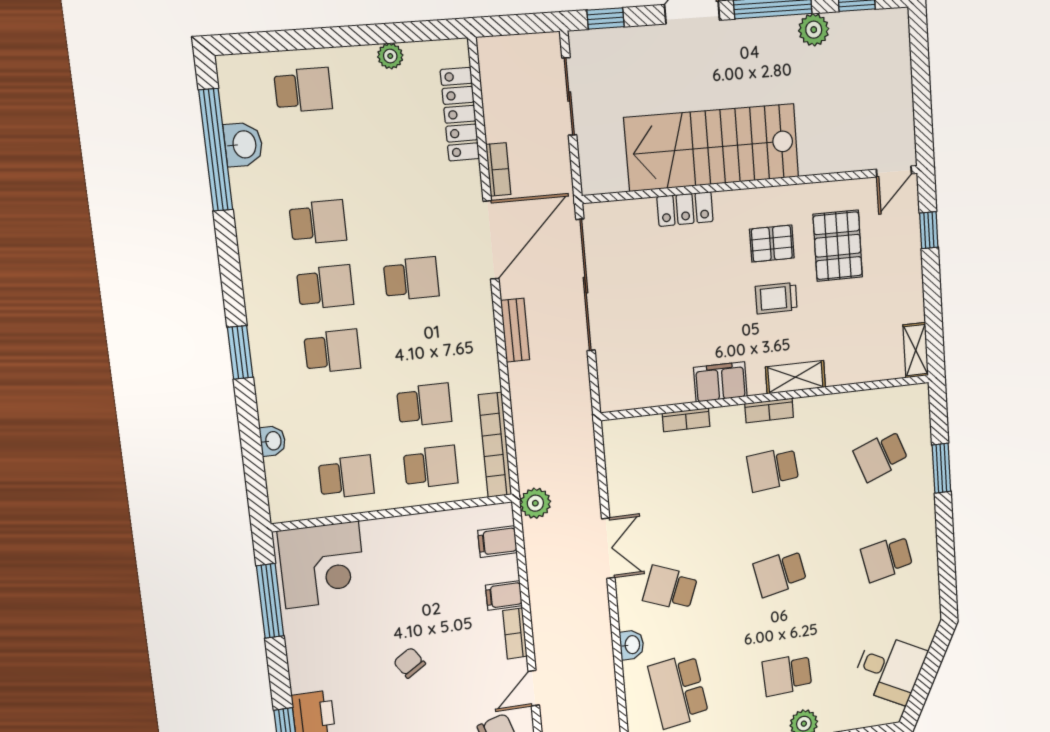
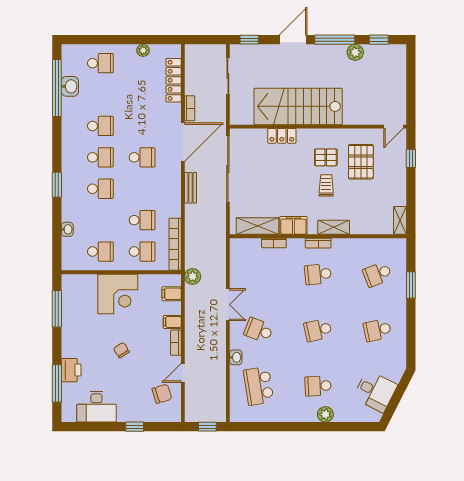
trolley: (776, 298) -> (326, 185), turned 90
shelving: (652, 391) -> (258, 226), added
corner desk: (322, 565) -> (118, 294), moved

